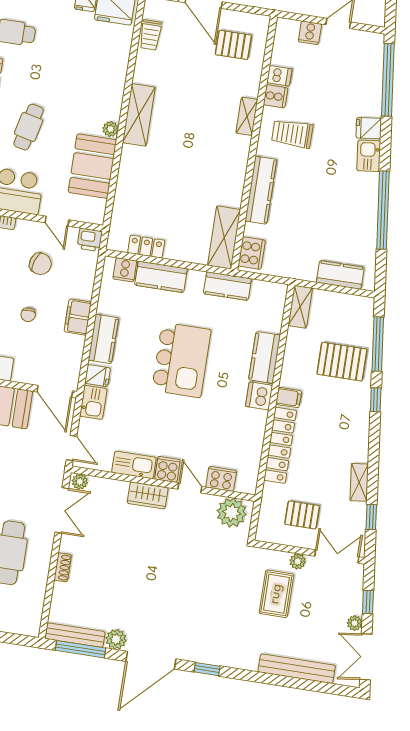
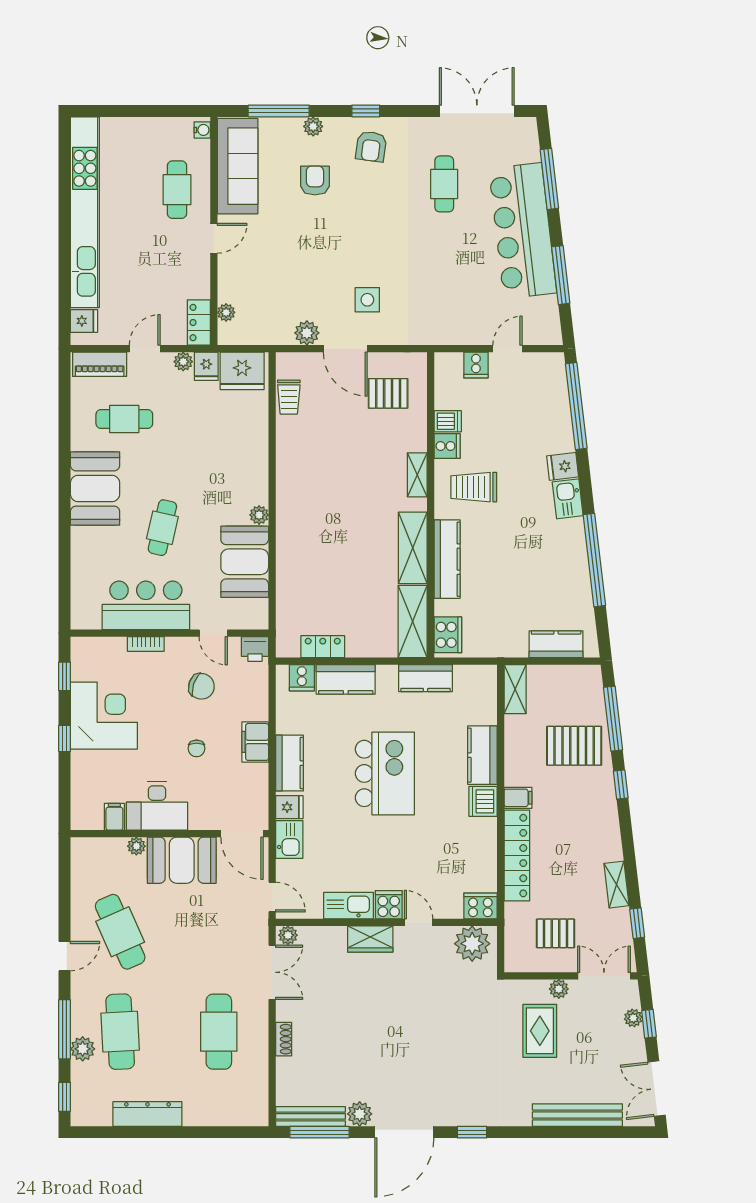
shelving: (139, 115) -> (413, 548), moved
cooker: (221, 479) -> (480, 906), moved
plant: (355, 623) -> (633, 1018), moved

